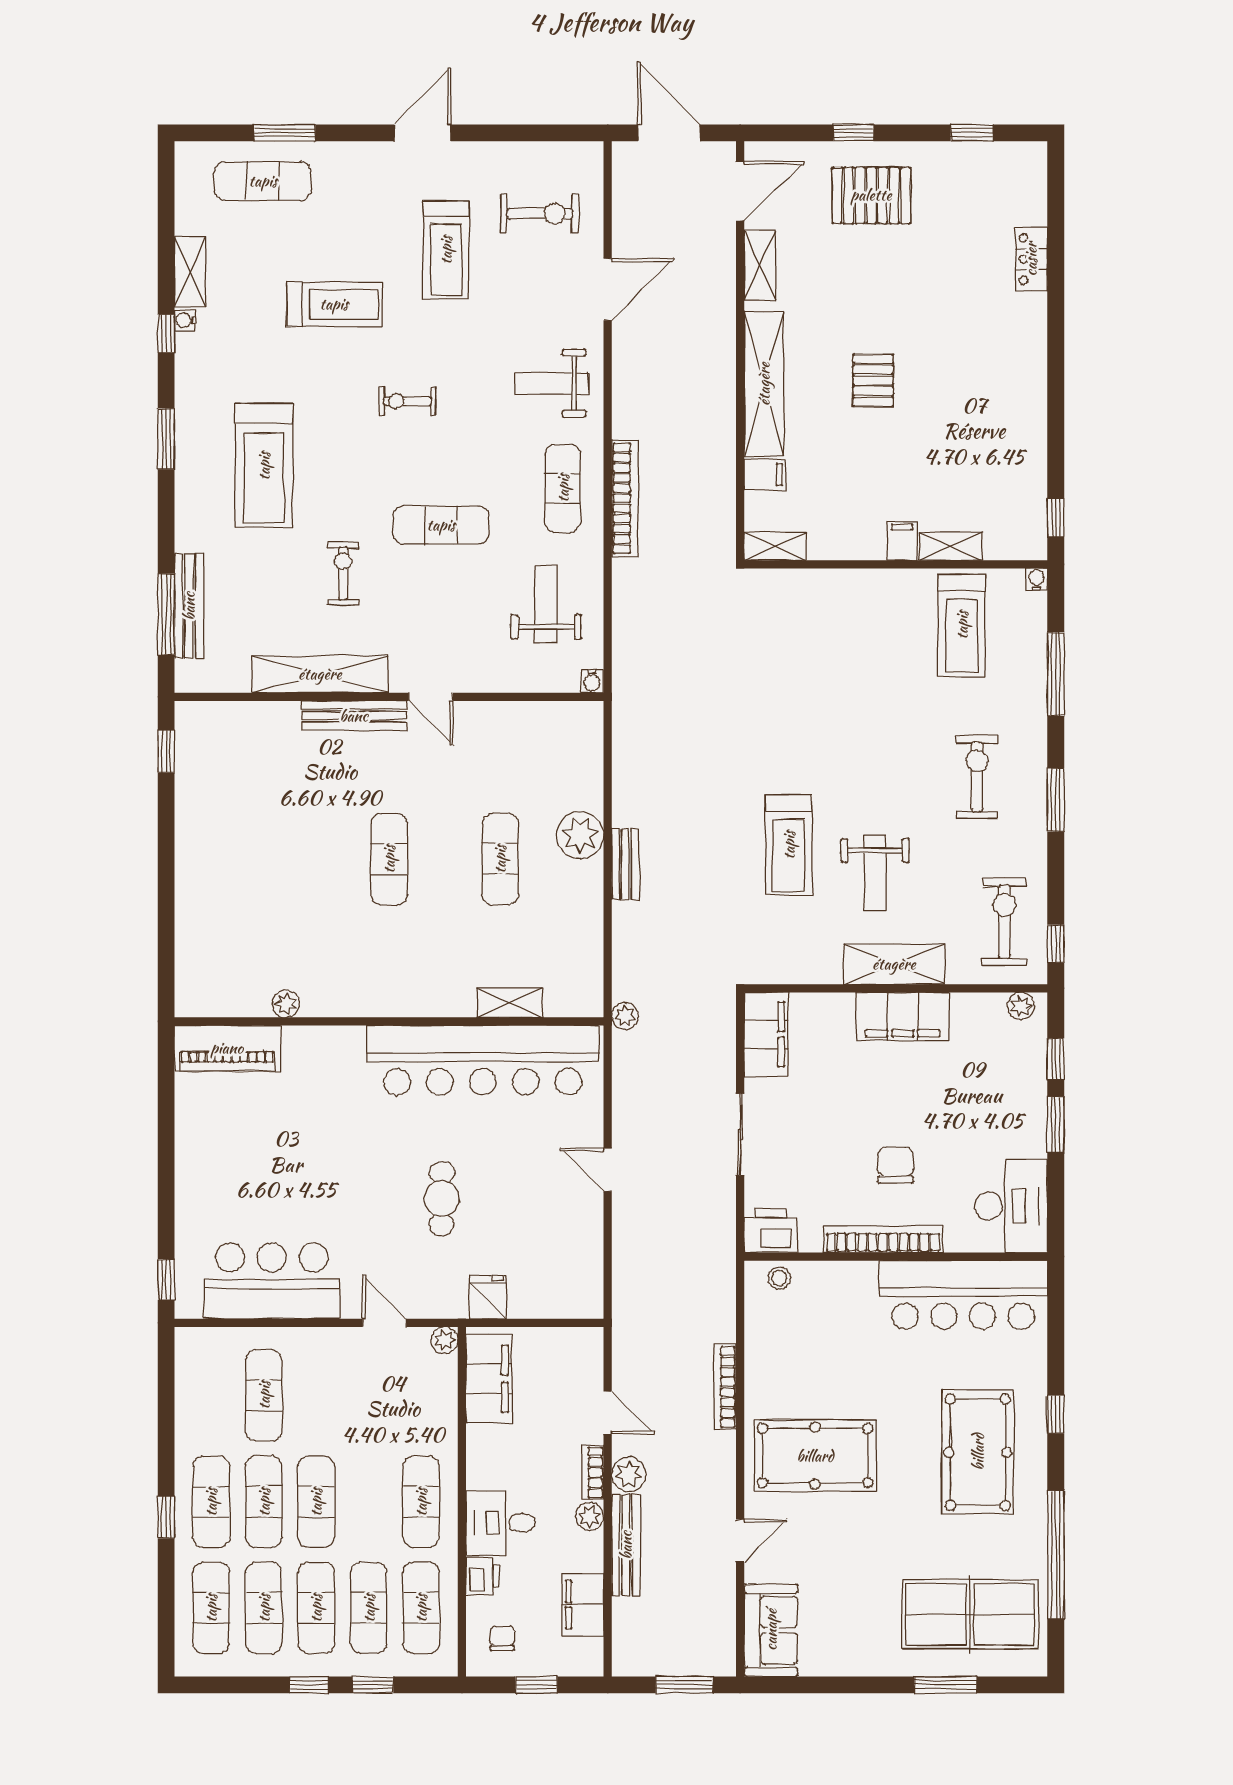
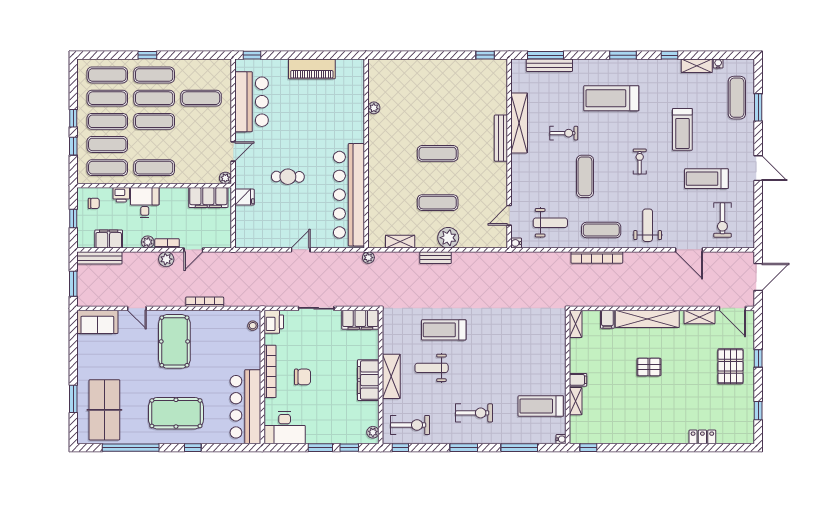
water cooler: (185, 320) -> (718, 63), moved
door: (431, 697) -> (509, 215), moved
shelving: (510, 1003) -> (400, 242), moved, turned 90
piano: (227, 1048) -> (312, 69), moved, turned -90
bench: (626, 1545) -> (99, 258), moved

